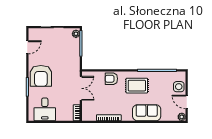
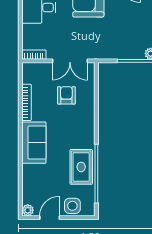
armchair: (111, 79) -> (66, 95), moved
rug: (137, 86) -> (81, 167), moved
sofa: (147, 113) -> (34, 143), moved

